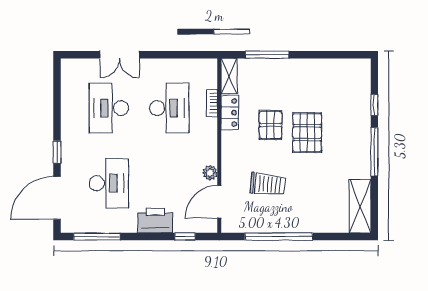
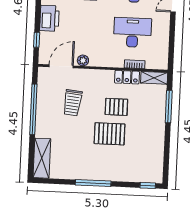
window: (374, 105) -> (148, 185), moved
desk: (169, 108) -> (132, 32), turned 180
door: (219, 202) -> (61, 66), hinge flipped
shelving: (360, 206) -> (42, 158), moved, turned 90

